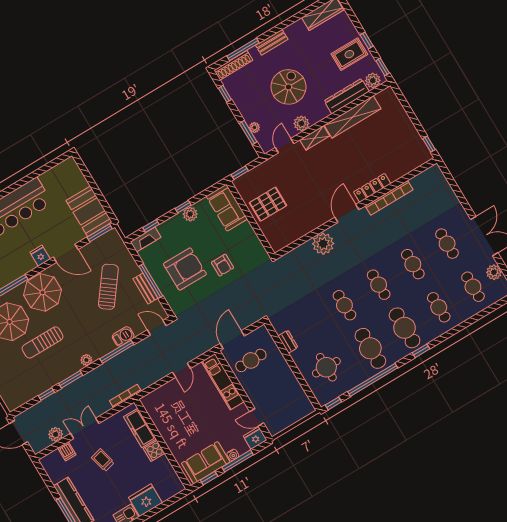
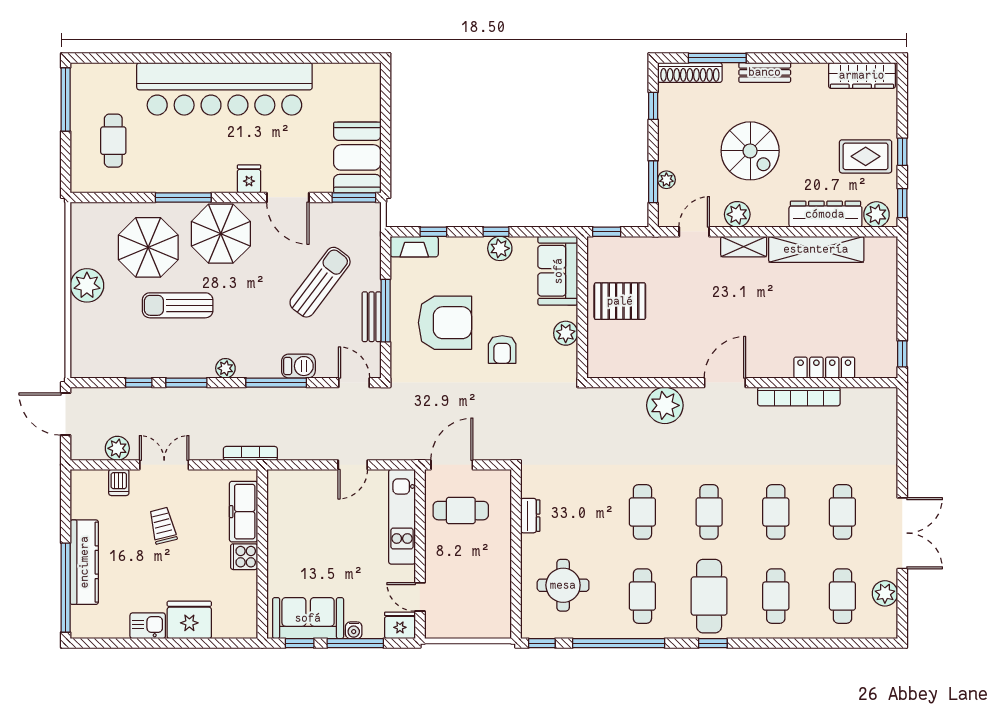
spiral stairs: (288, 87) -> (750, 151), turned 90
locker: (372, 188) -> (824, 368), moved
plant: (250, 237) -> (566, 333), added
cafe table: (370, 348) -> (642, 596), width x0.73, depth x0.74

